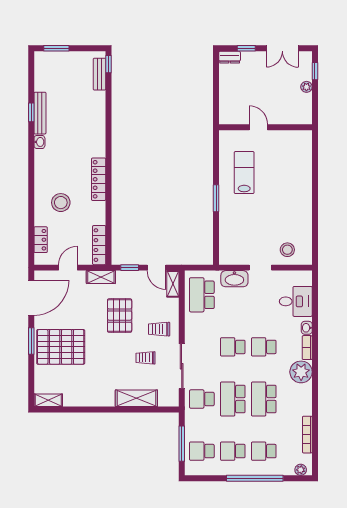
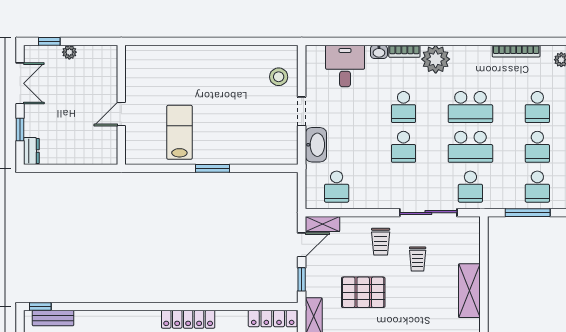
lab bench: (244, 173) -> (179, 132), turned 90
school desk: (202, 295) -> (337, 187), width x0.54
shelving: (136, 398) -> (469, 291), moved

